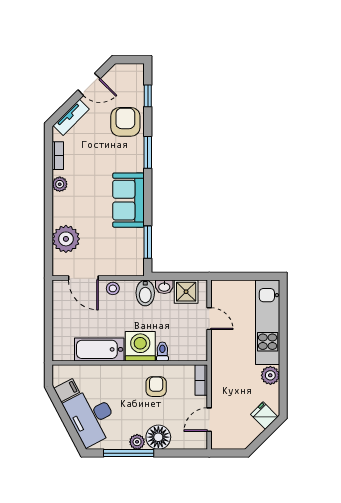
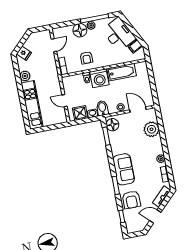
sofa: (128, 200) -> (124, 169), moved
floor lamp: (133, 260) -> (112, 125), added

